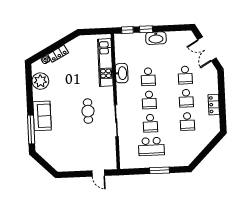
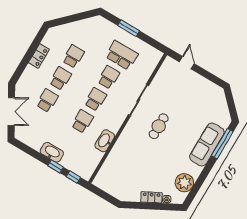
kitchen unit: (105, 62) -> (113, 160), removed
sofa: (42, 116) -> (207, 145), width x1.36

